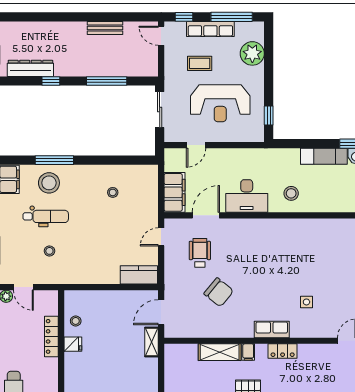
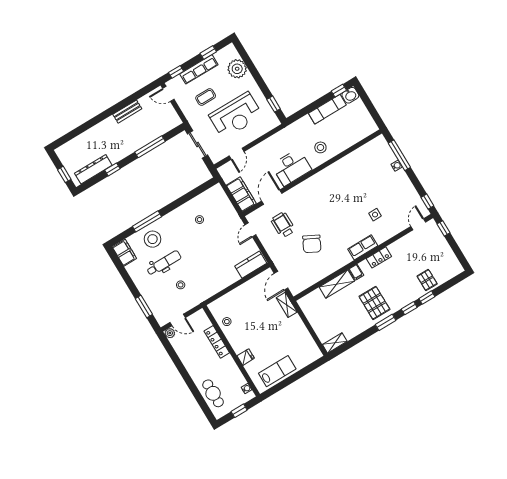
window: (232, 17) -> (208, 52), width x0.46
chair: (219, 292) -> (312, 244), turned 78
fridge: (73, 344) -> (246, 357), moved

